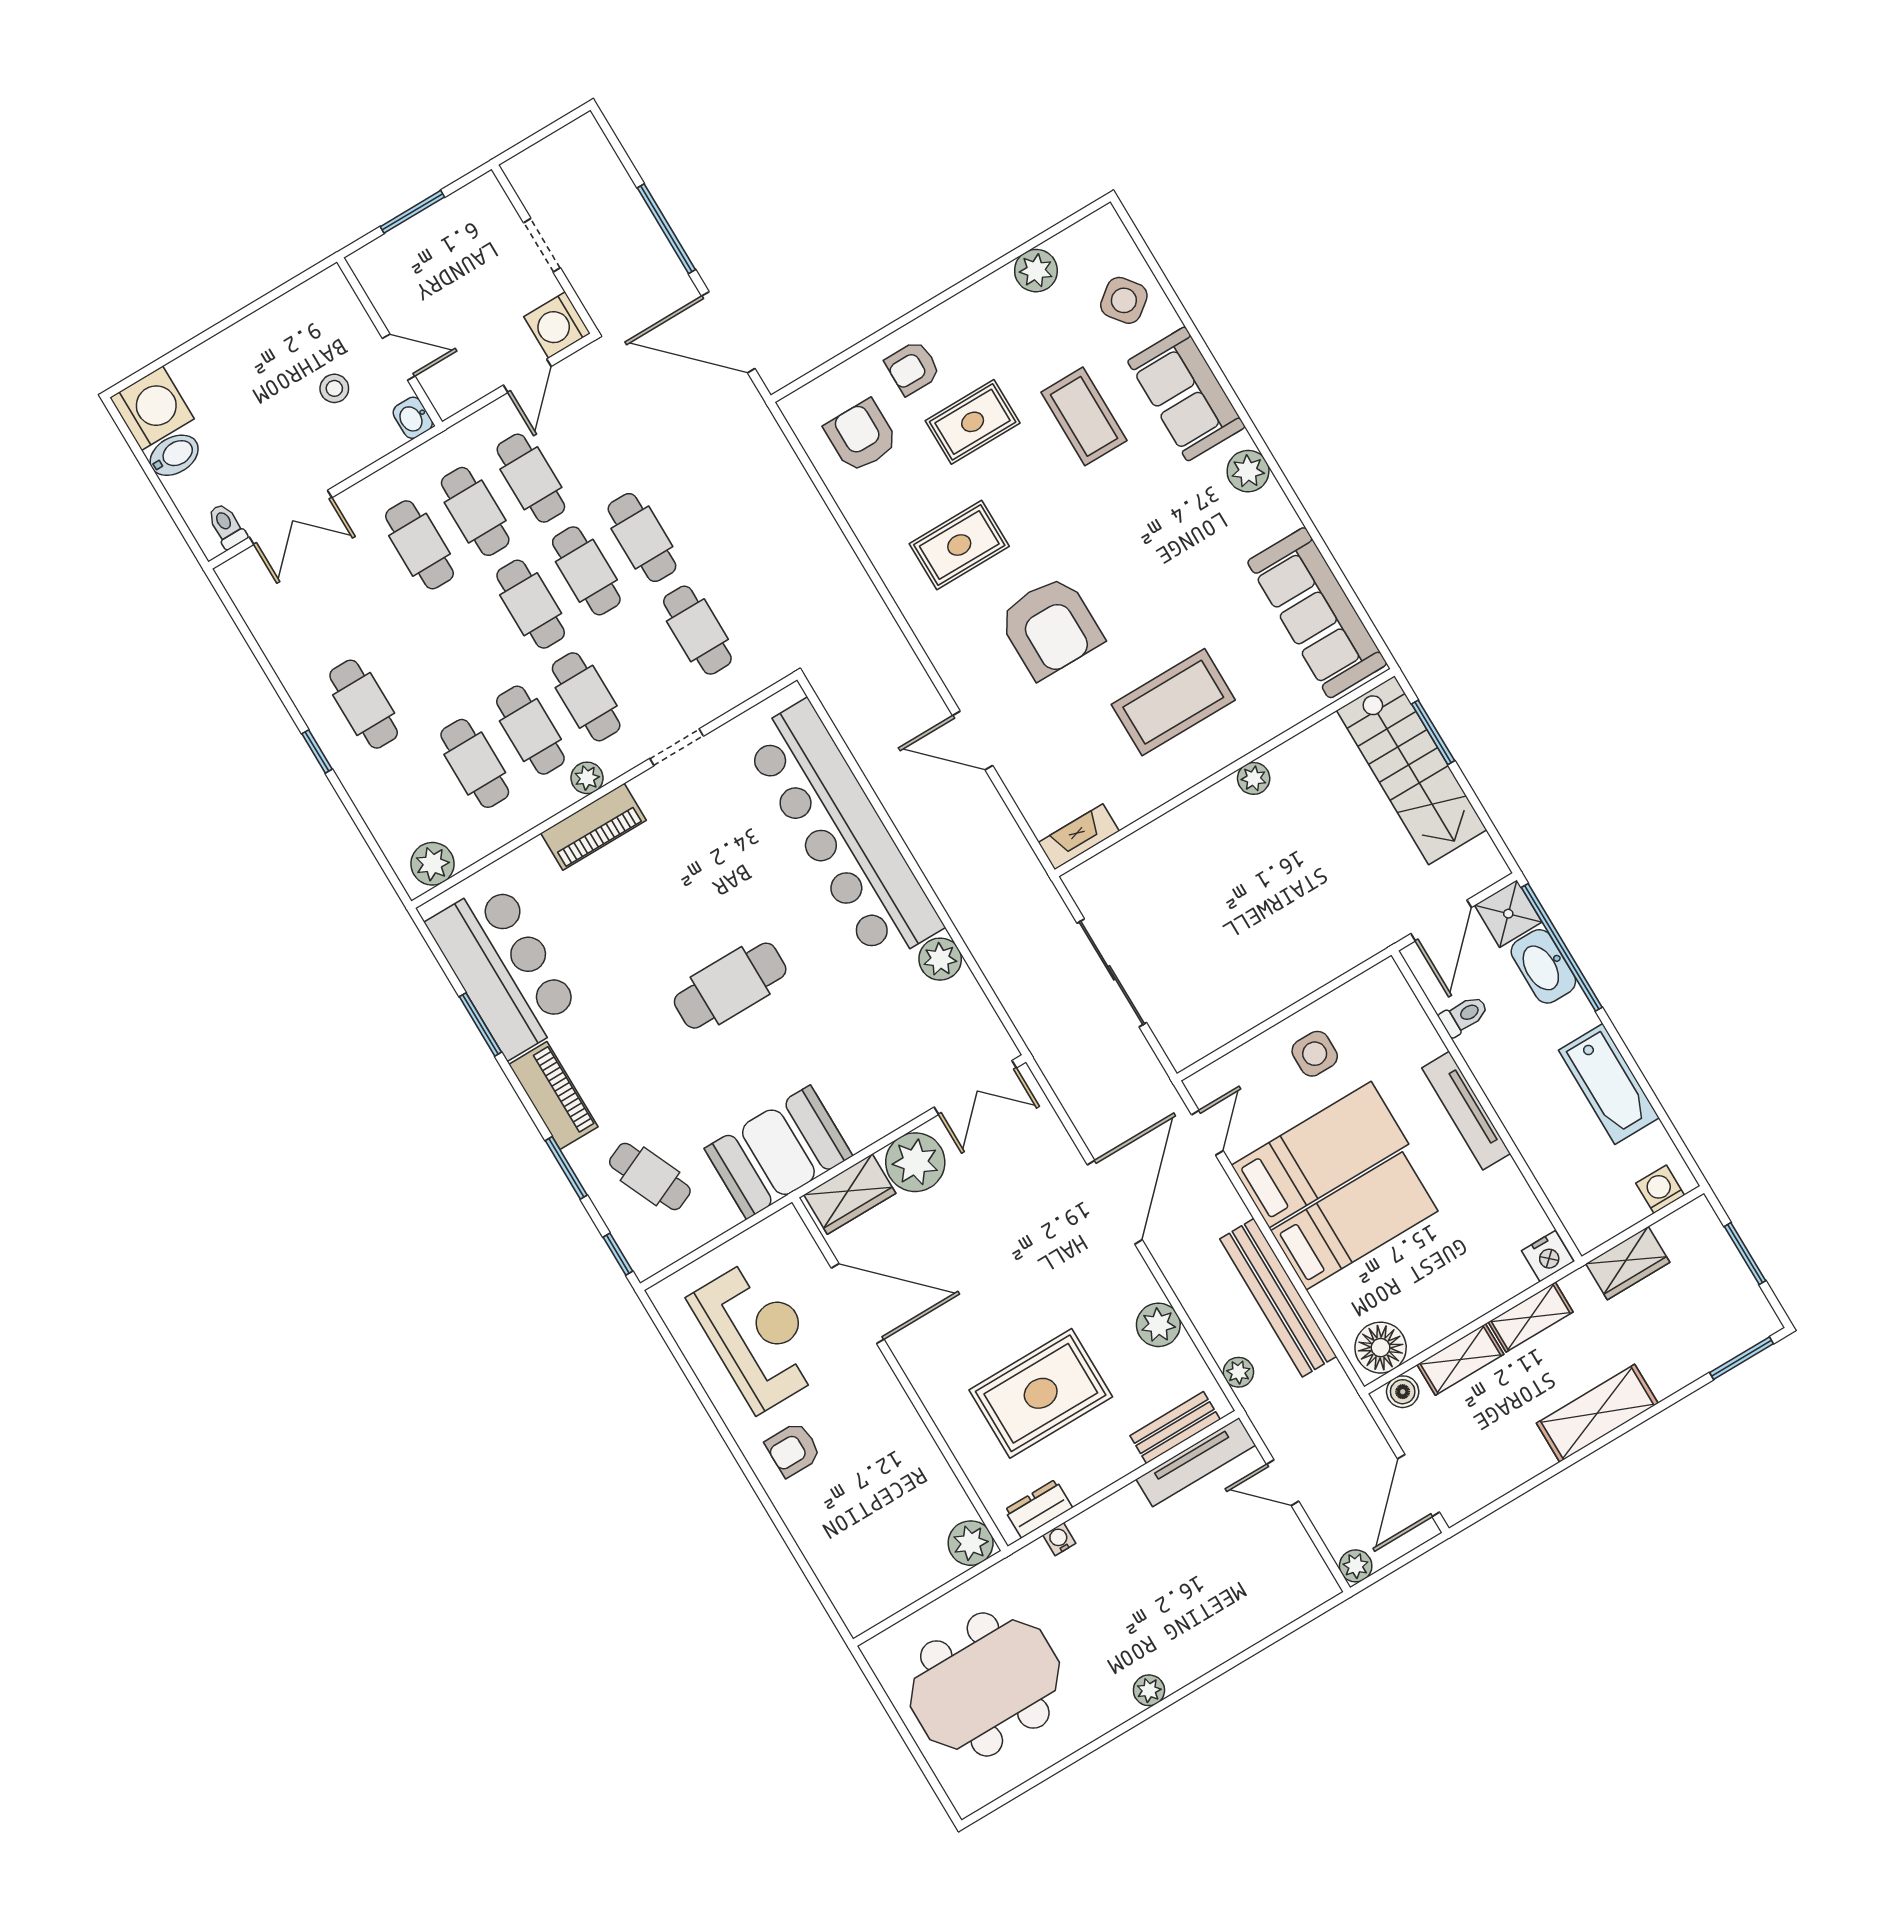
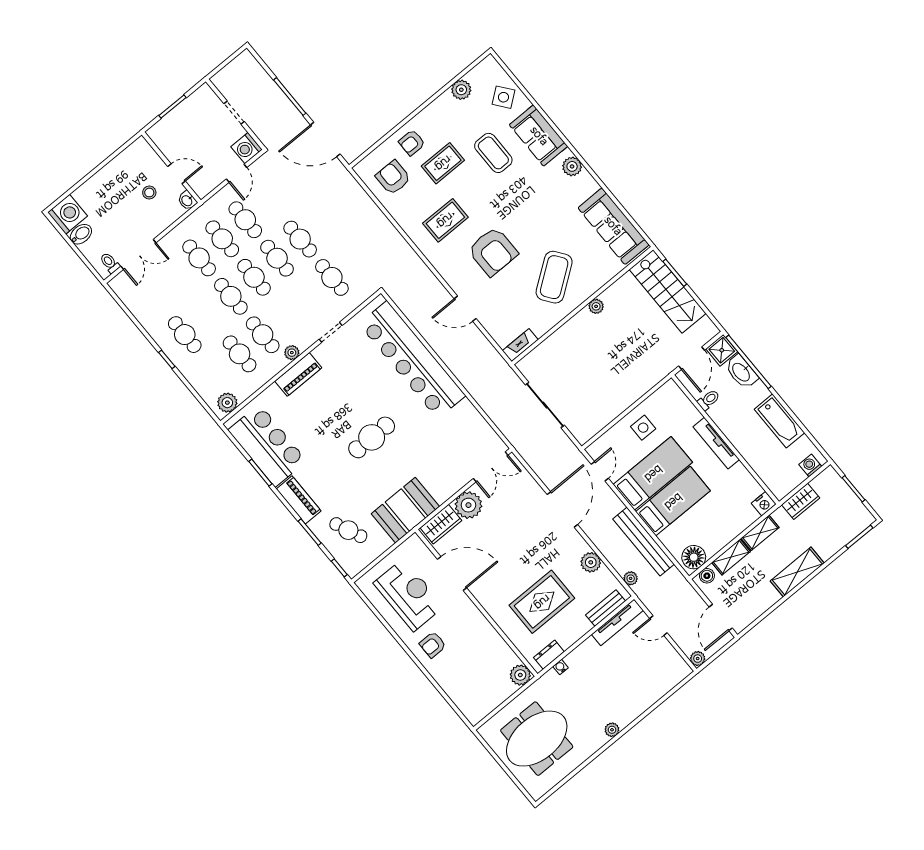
cafe table: (586, 697) -> (231, 296), moved
coffee table: (1173, 702) -> (554, 277), turned -36
plant: (940, 959) -> (466, 411), removed

